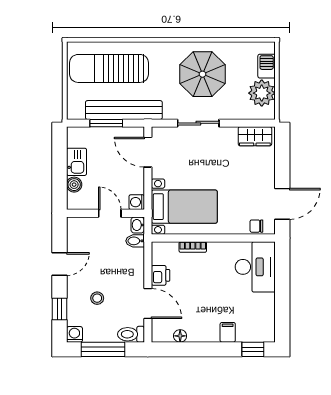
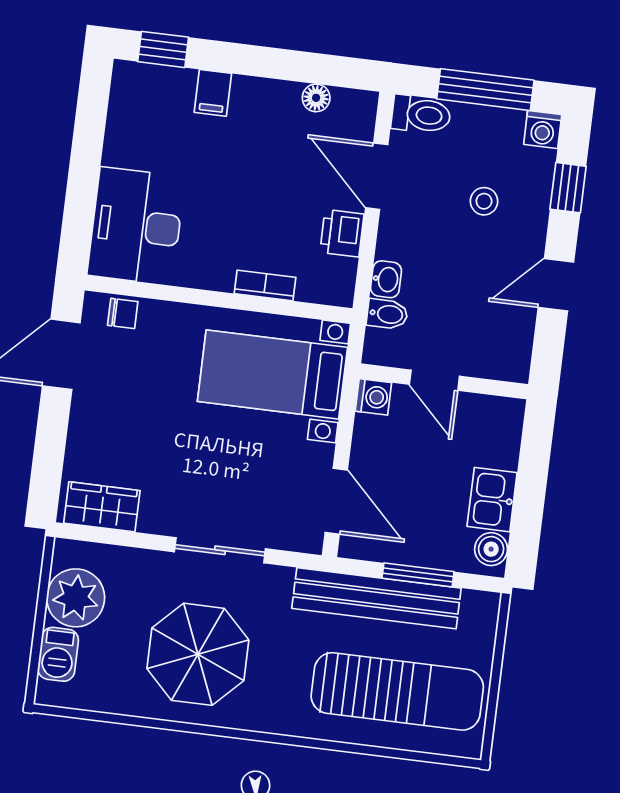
boiler: (74, 185) -> (491, 549), moved
washbasin: (138, 225) -> (386, 279), moved

